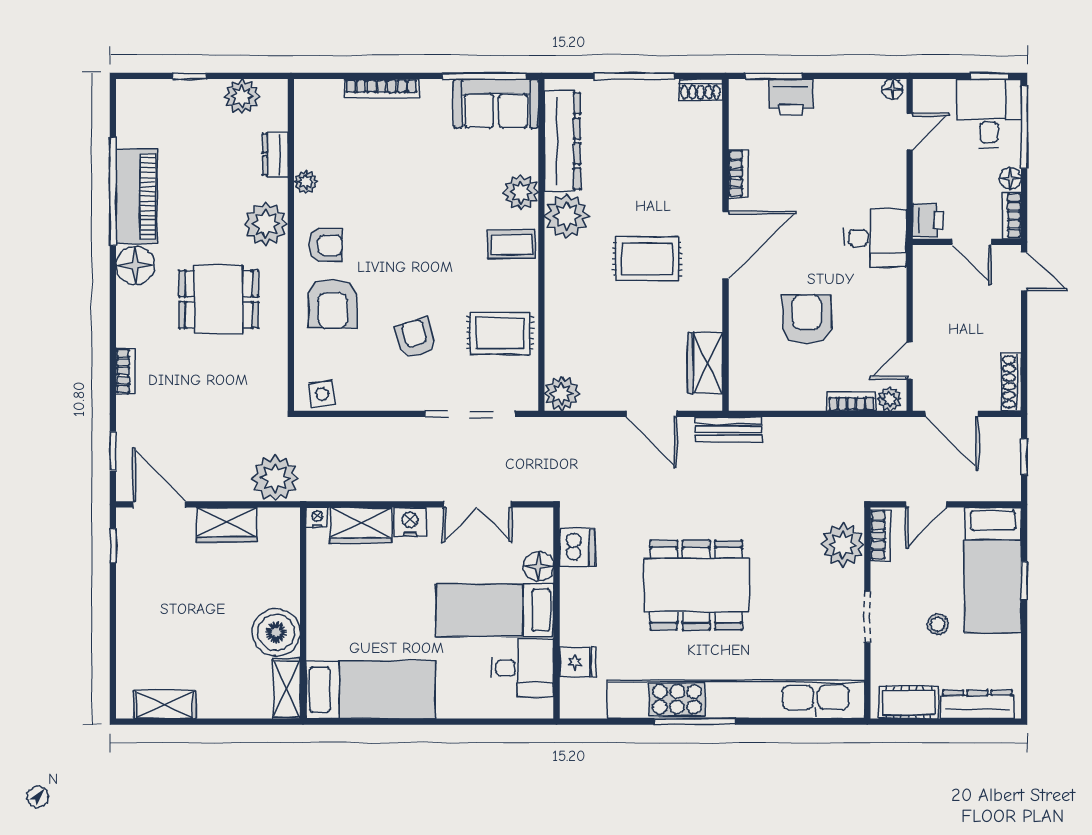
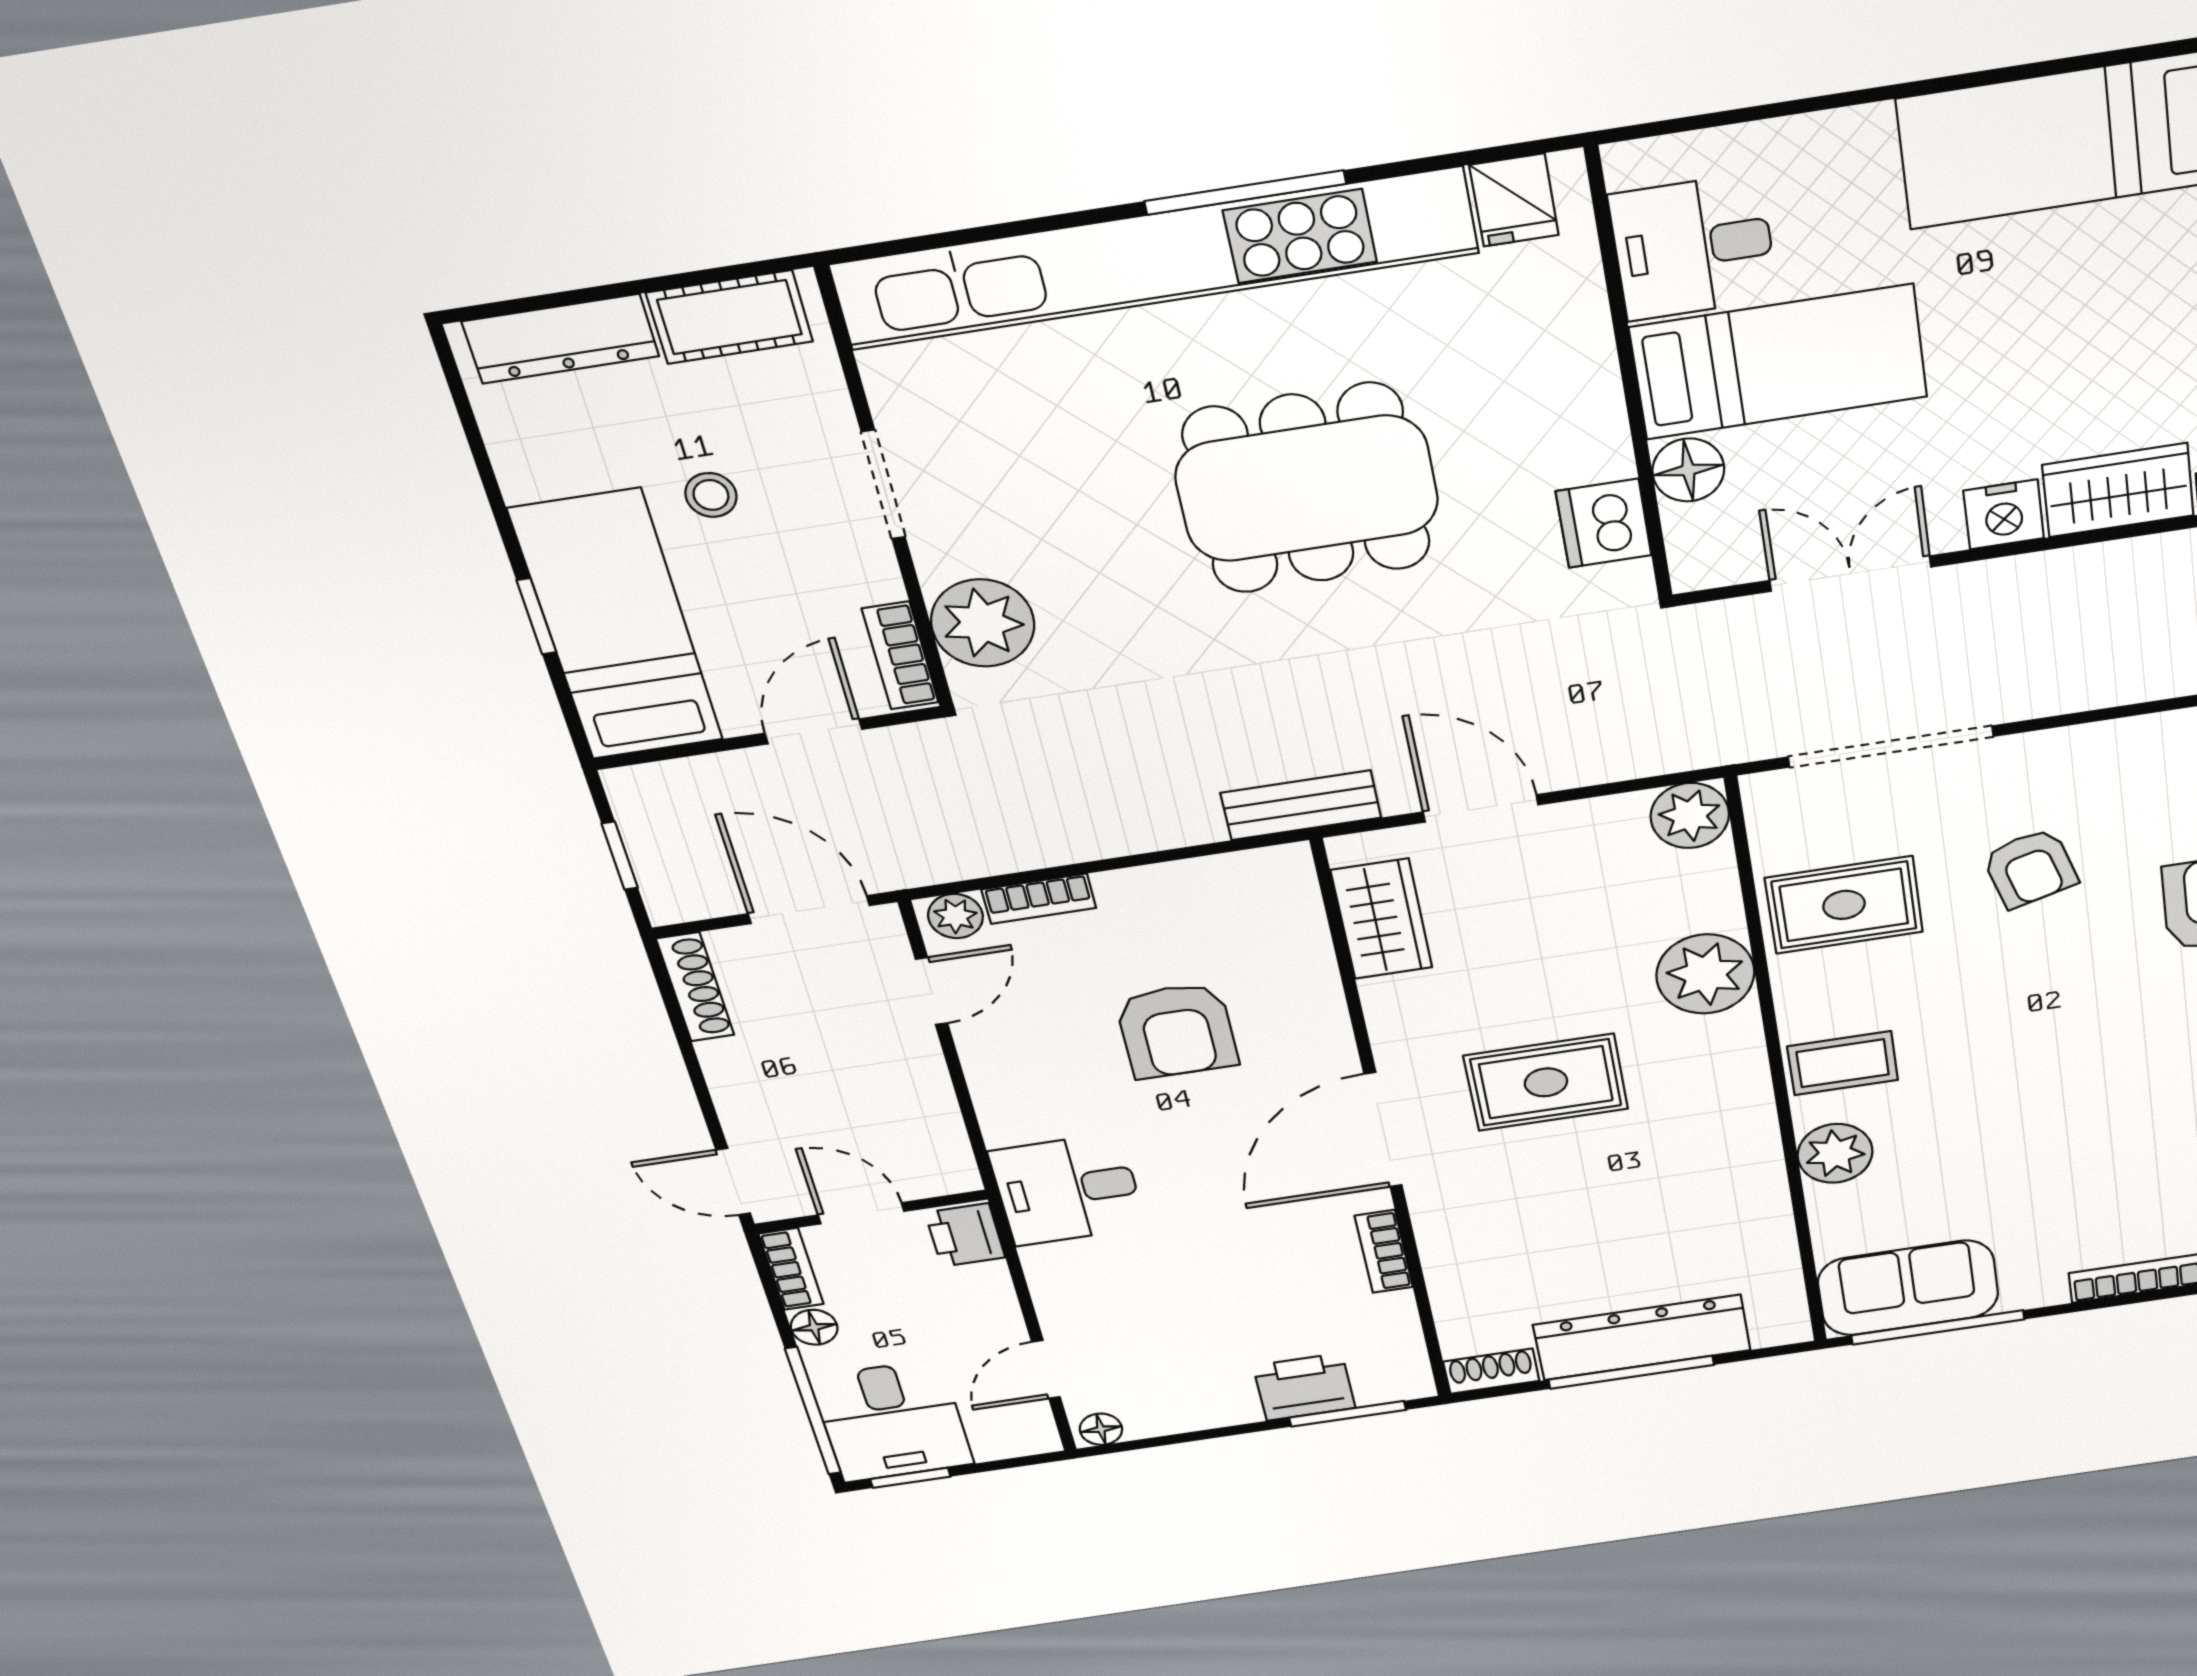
dresser: (562, 141) -> (1642, 1338), moved, turned 90
plant: (567, 216) -> (1705, 974), moved
fridge: (578, 662) -> (1514, 200), moved, turned -90

